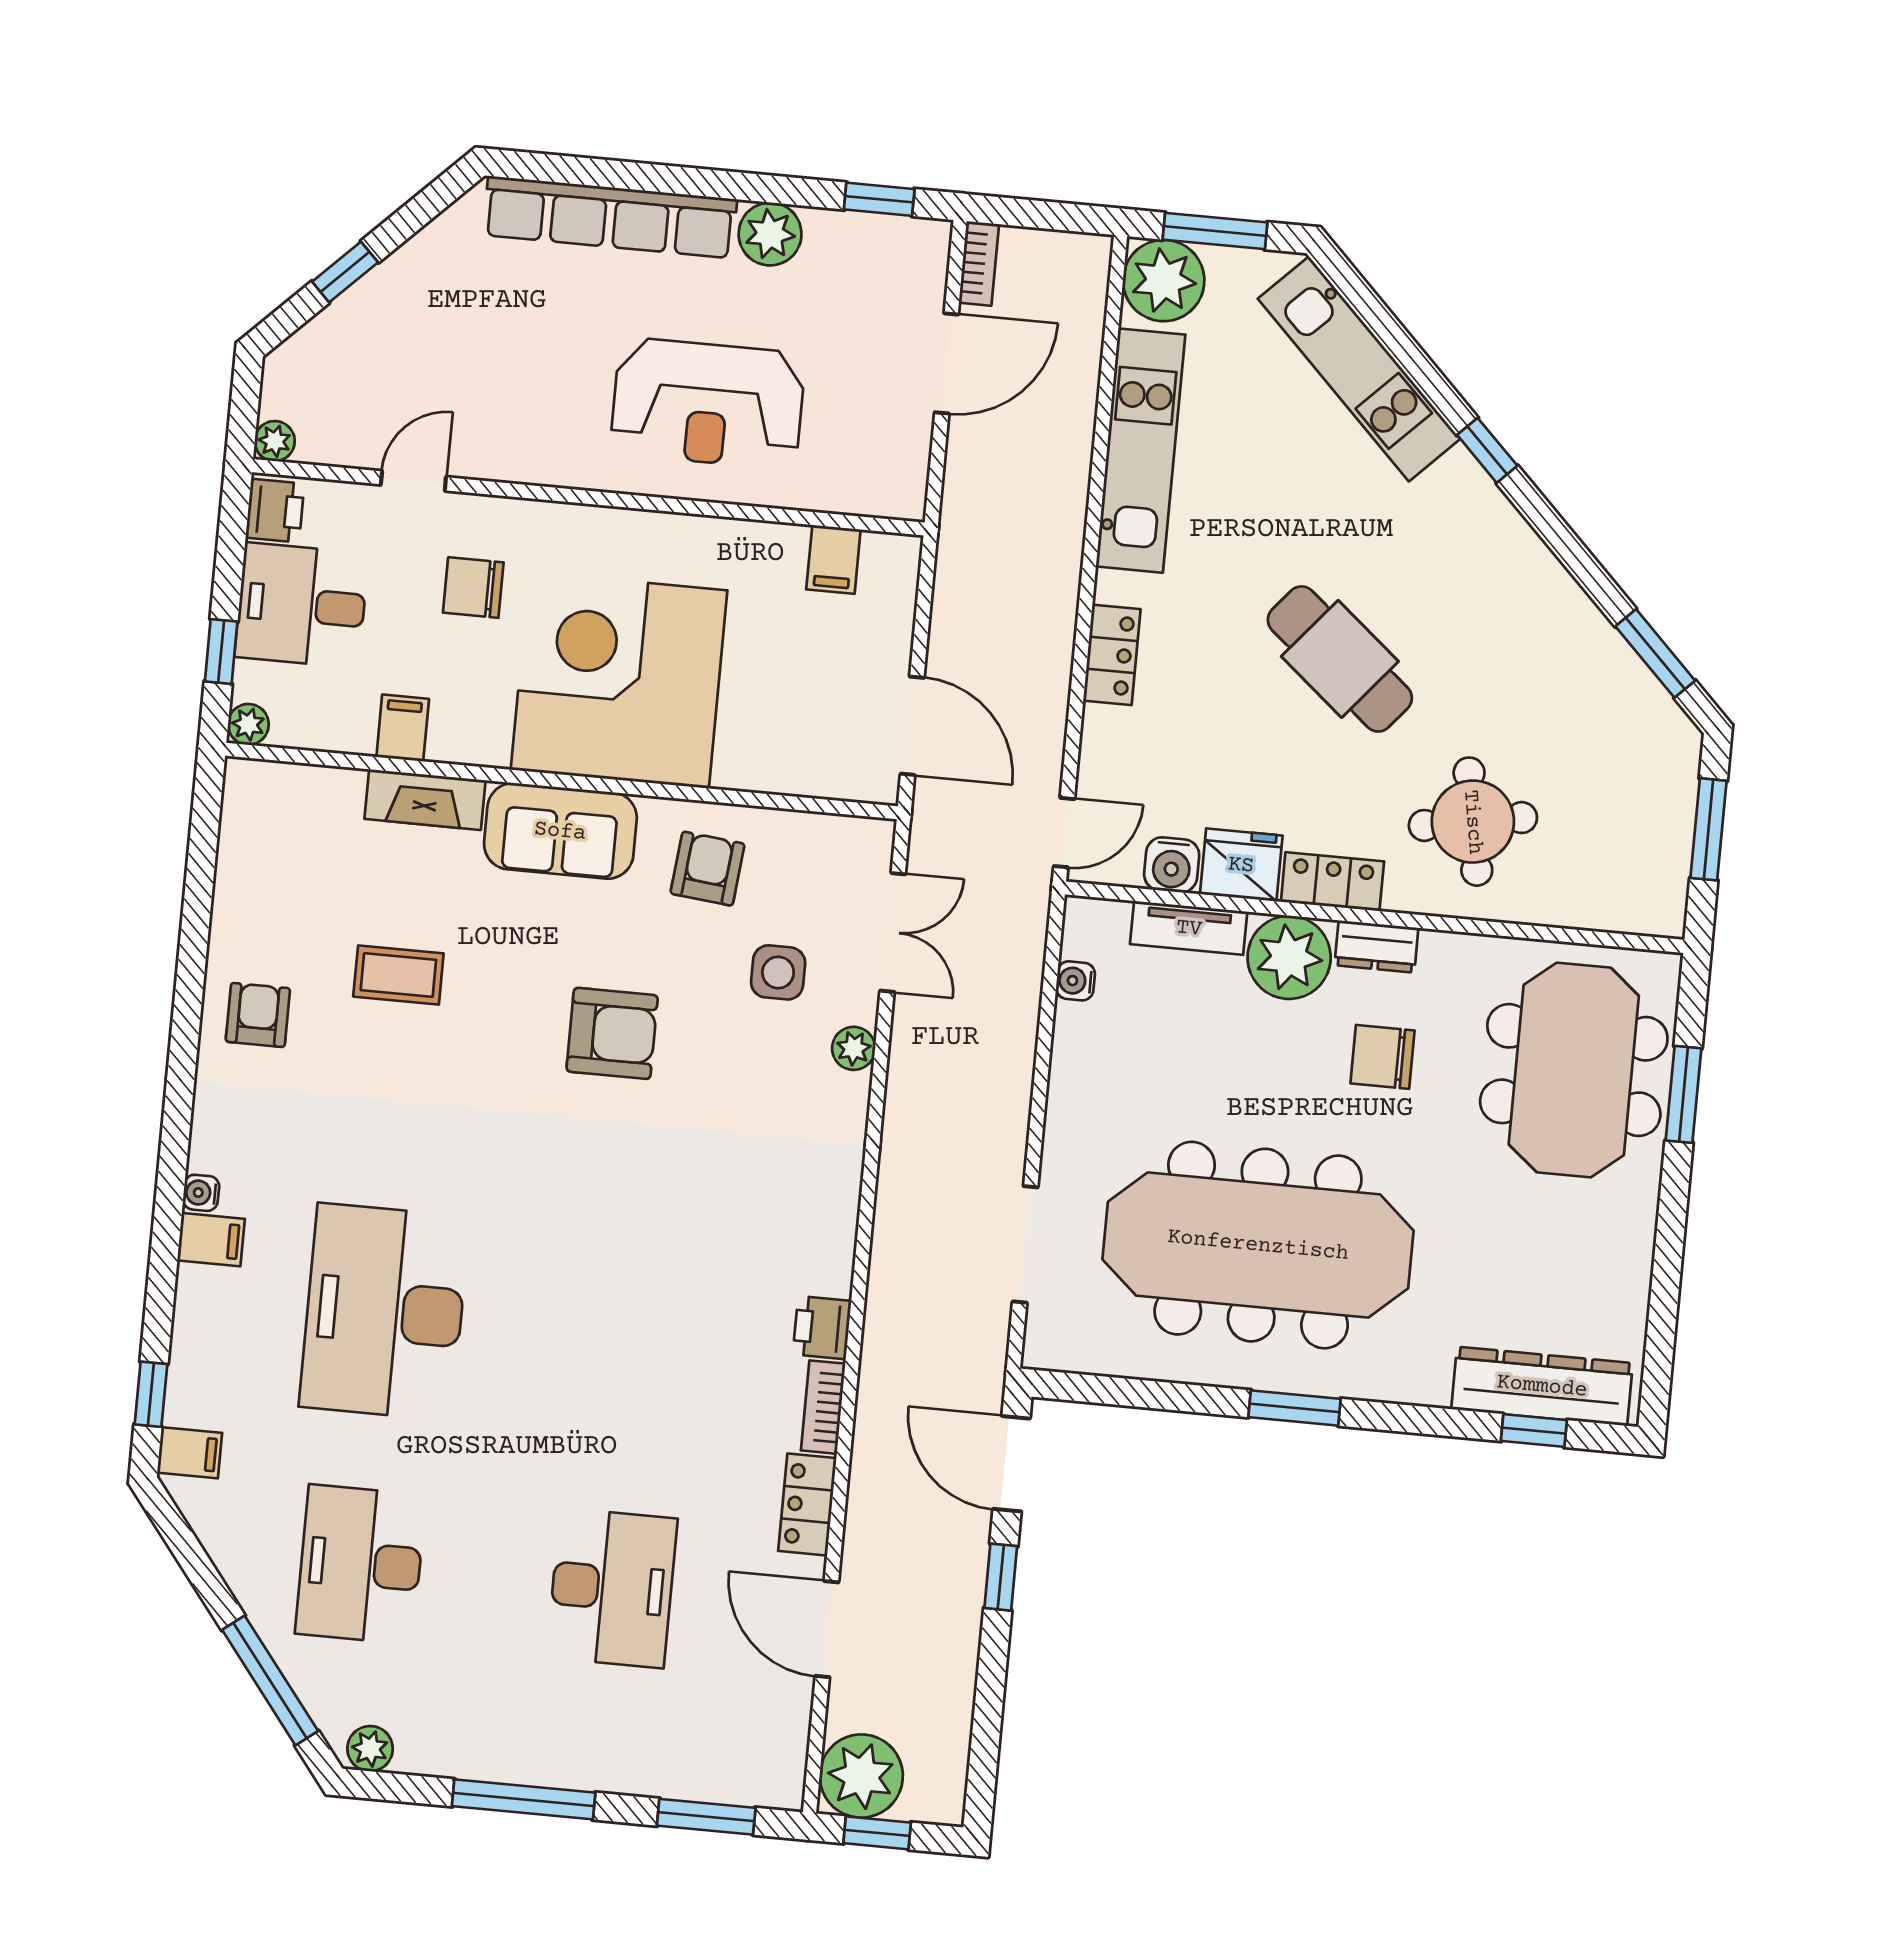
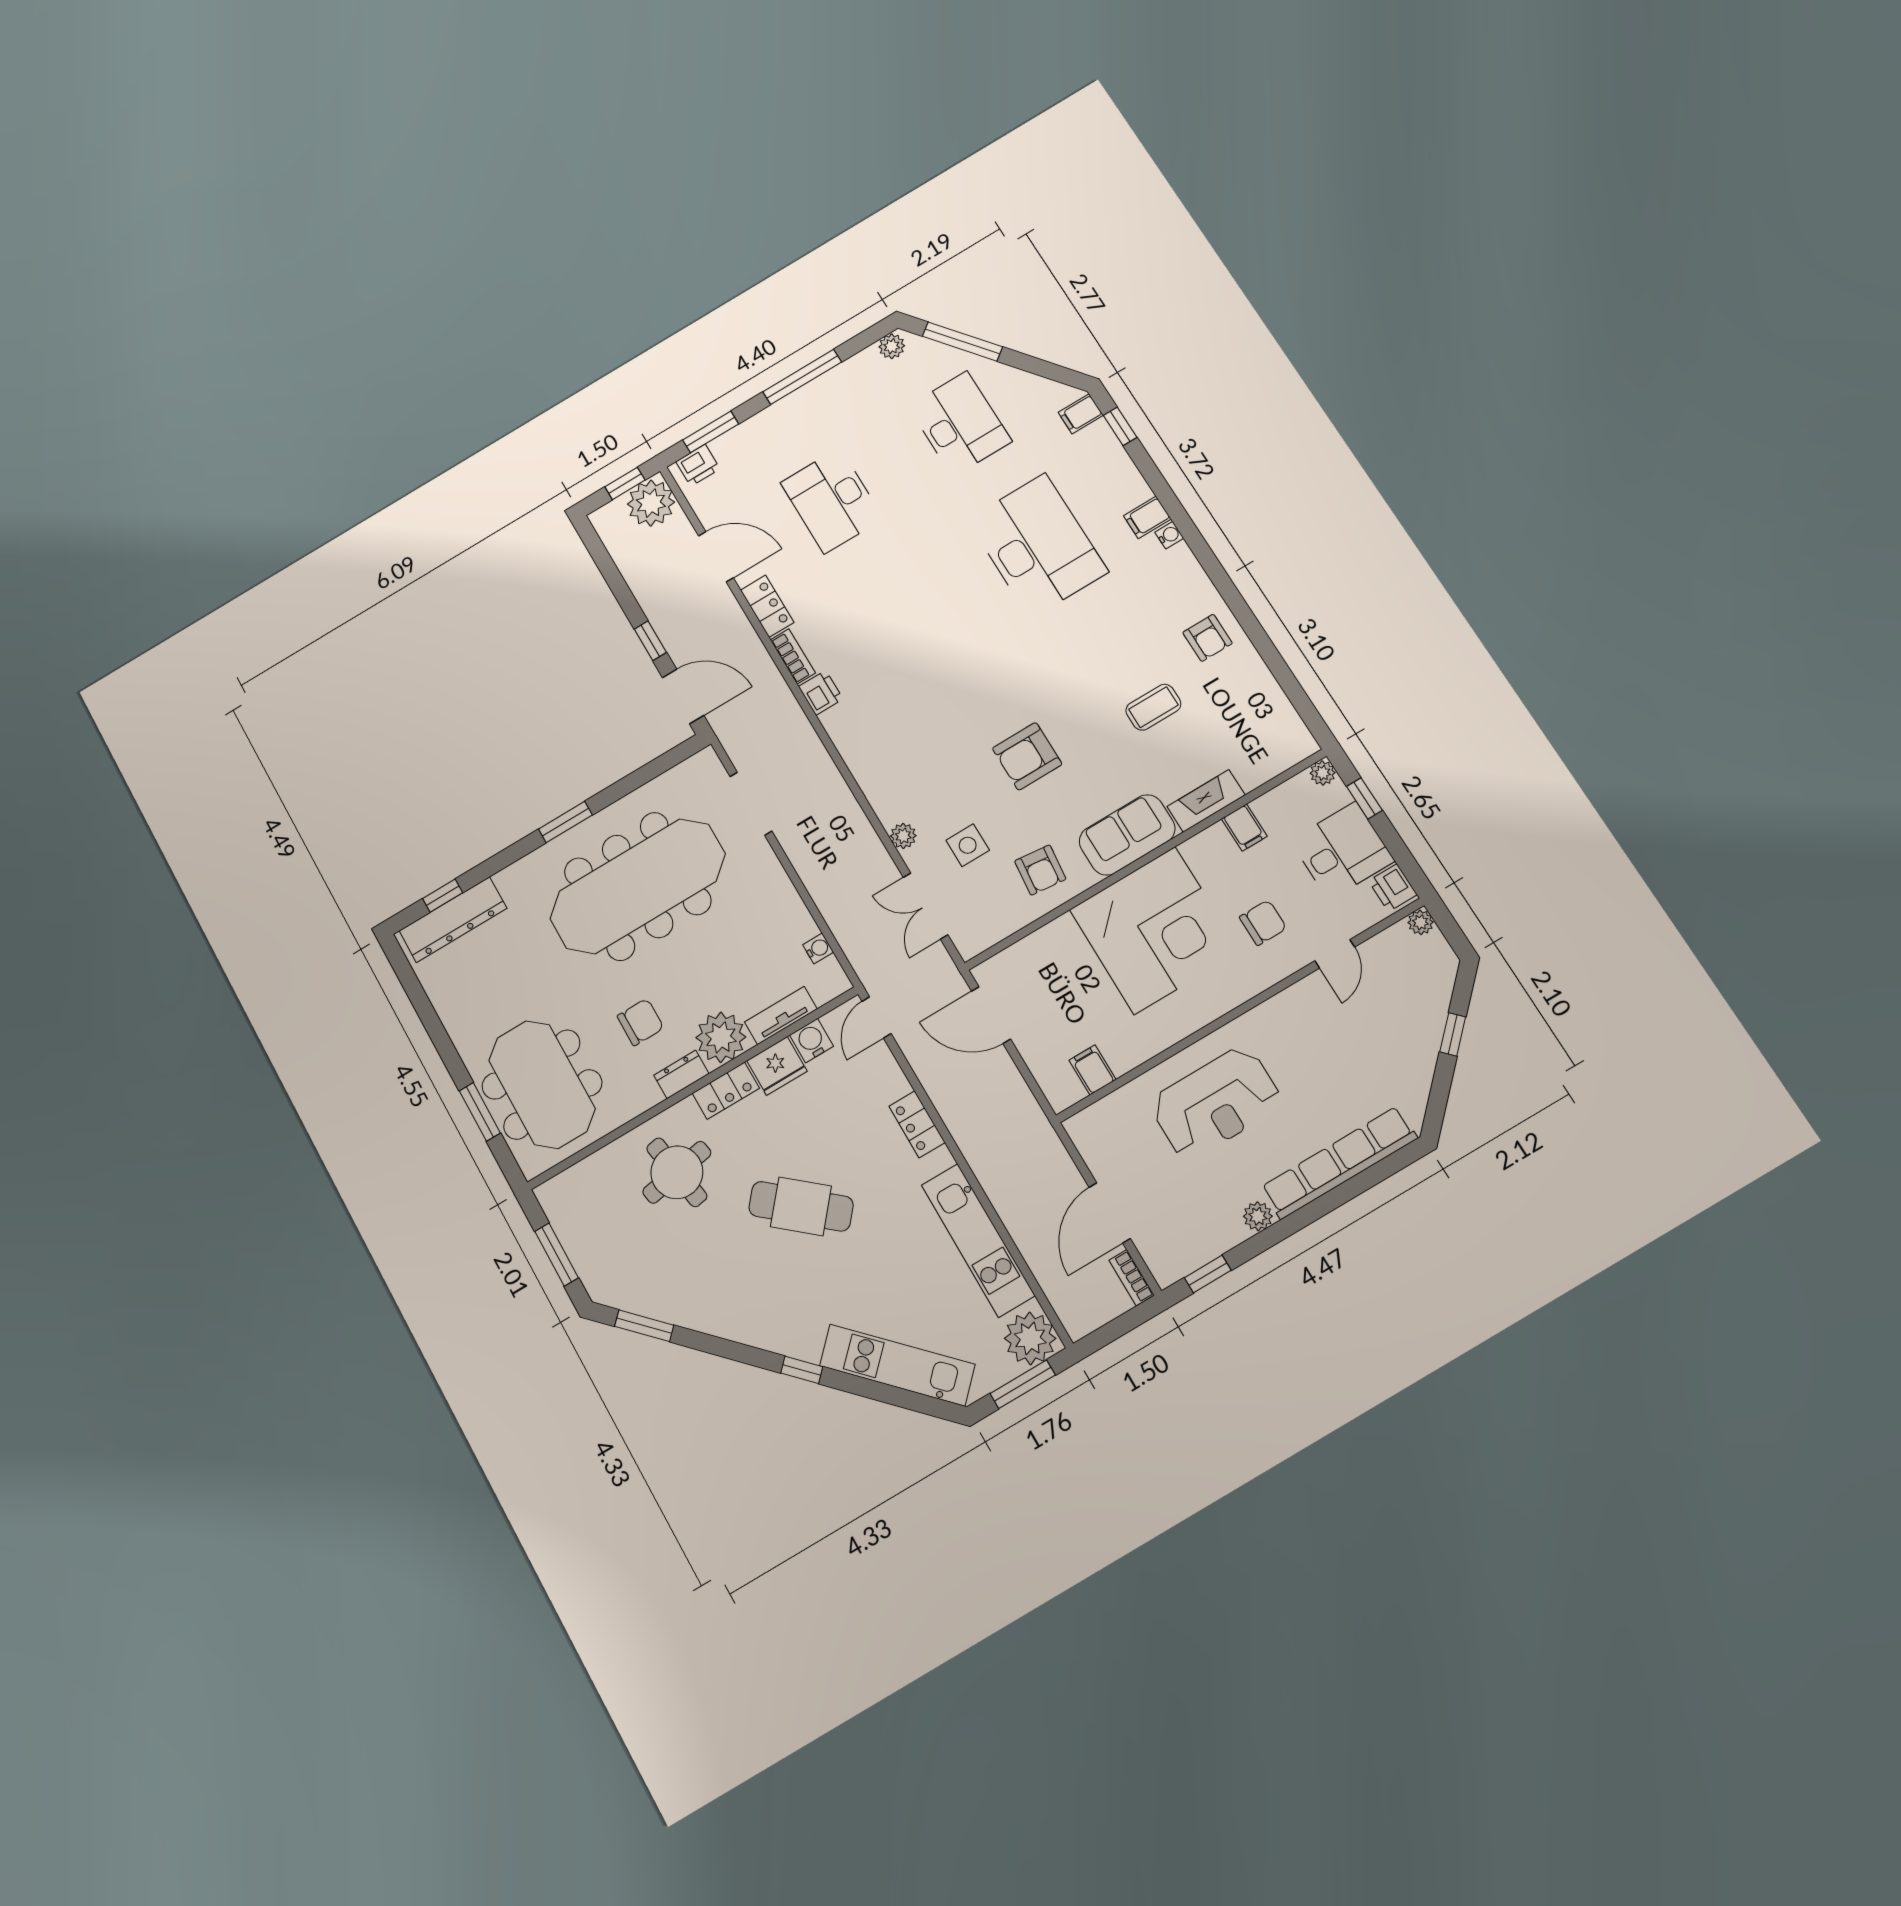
plant: (770, 234) -> (1258, 1216), width x0.73, depth x0.73
reception desk: (708, 403) -> (1216, 1103), turned 180
printer: (758, 1781) -> (698, 465), added

